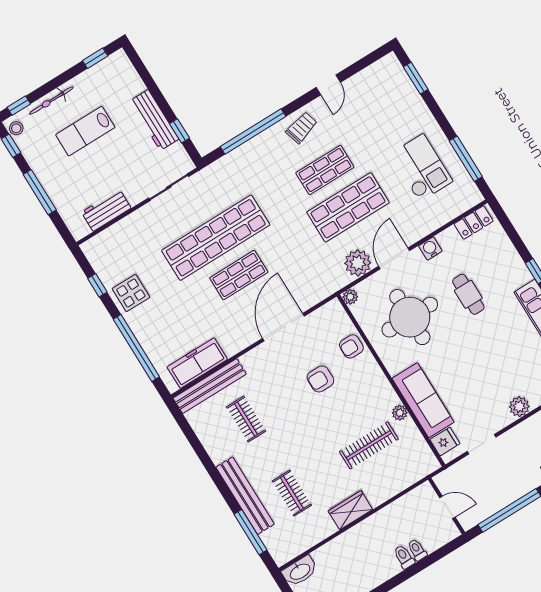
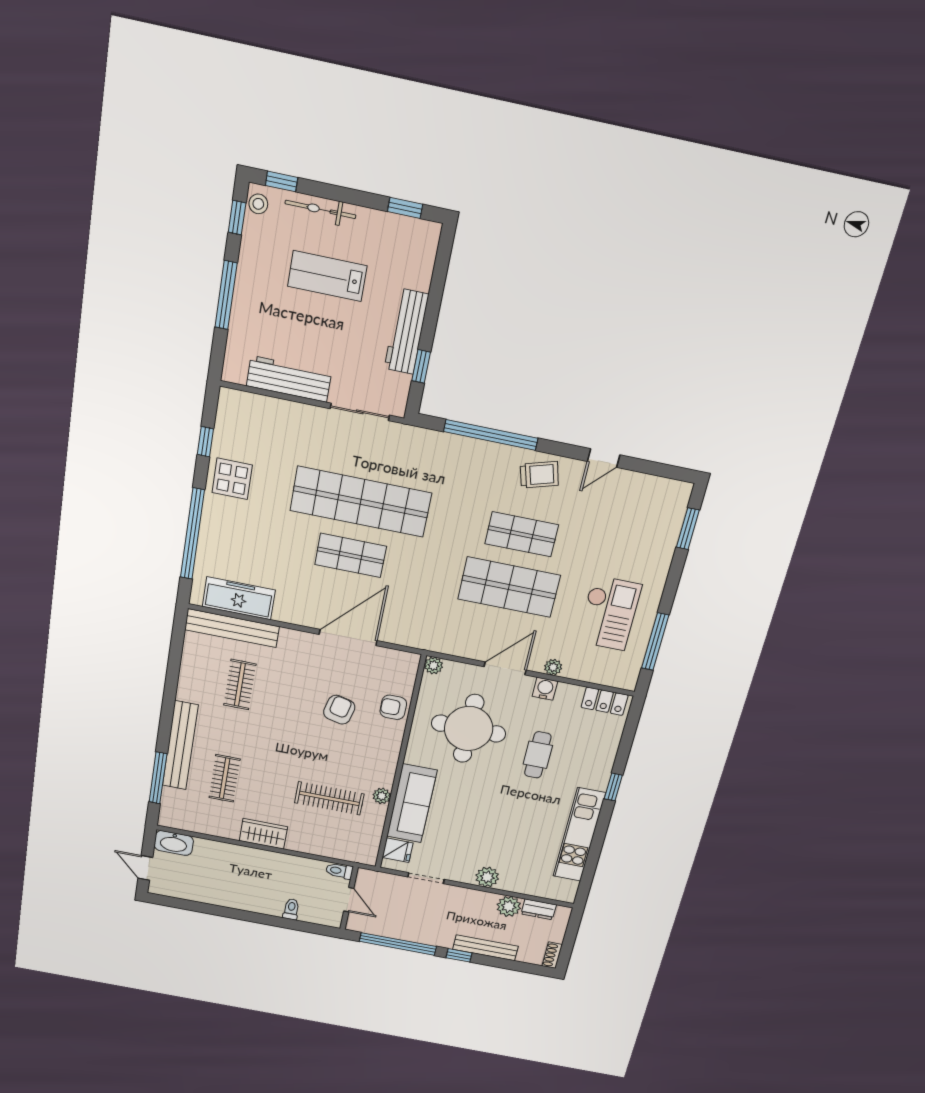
workbench: (106, 210) -> (289, 379), width x1.38
plant: (358, 263) -> (553, 667), moved, width x0.53, depth x0.53
armchair: (320, 379) -> (339, 710), turned 103
toilet: (404, 557) -> (339, 871), moved, turned -90

